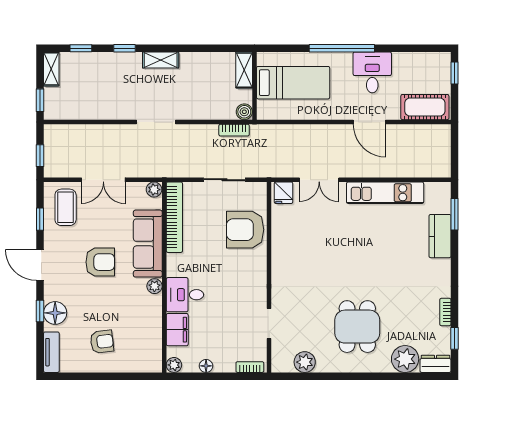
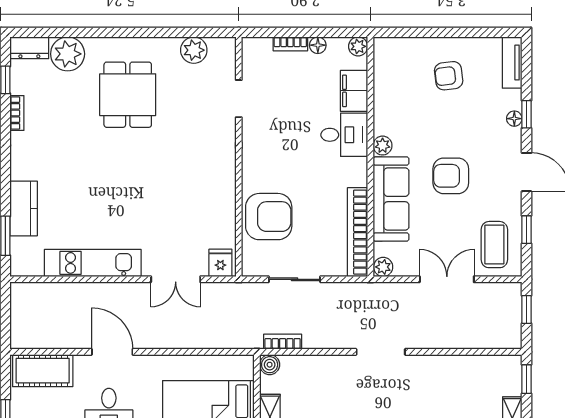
double door: (319, 180) -> (176, 279), swing flipped
floor lamp: (55, 313) -> (514, 119), width x0.53, depth x0.53
bookcase: (250, 367) -> (290, 44), moved

